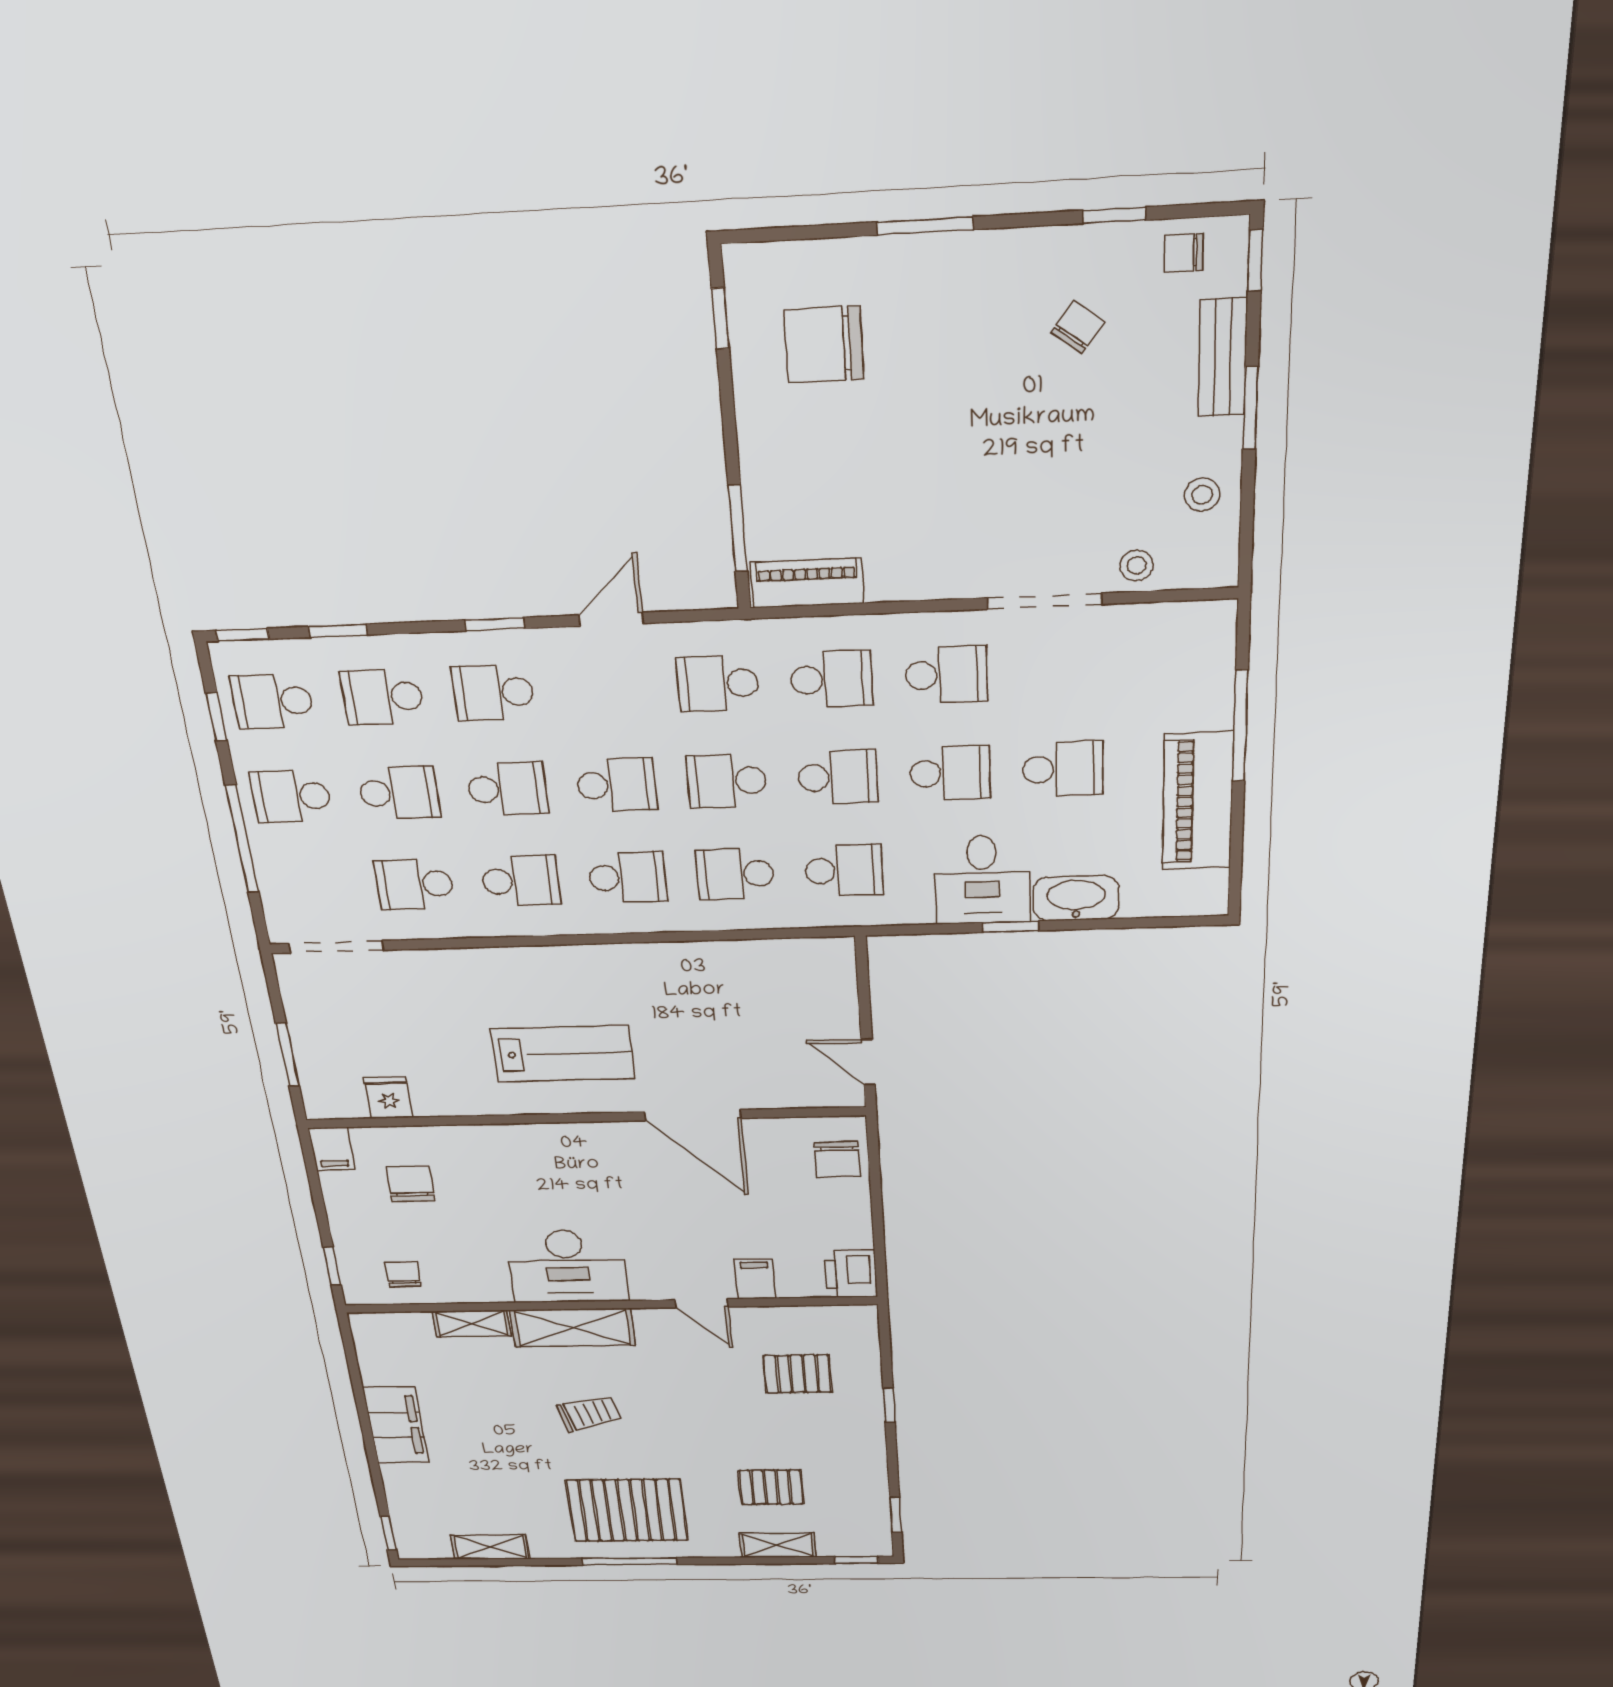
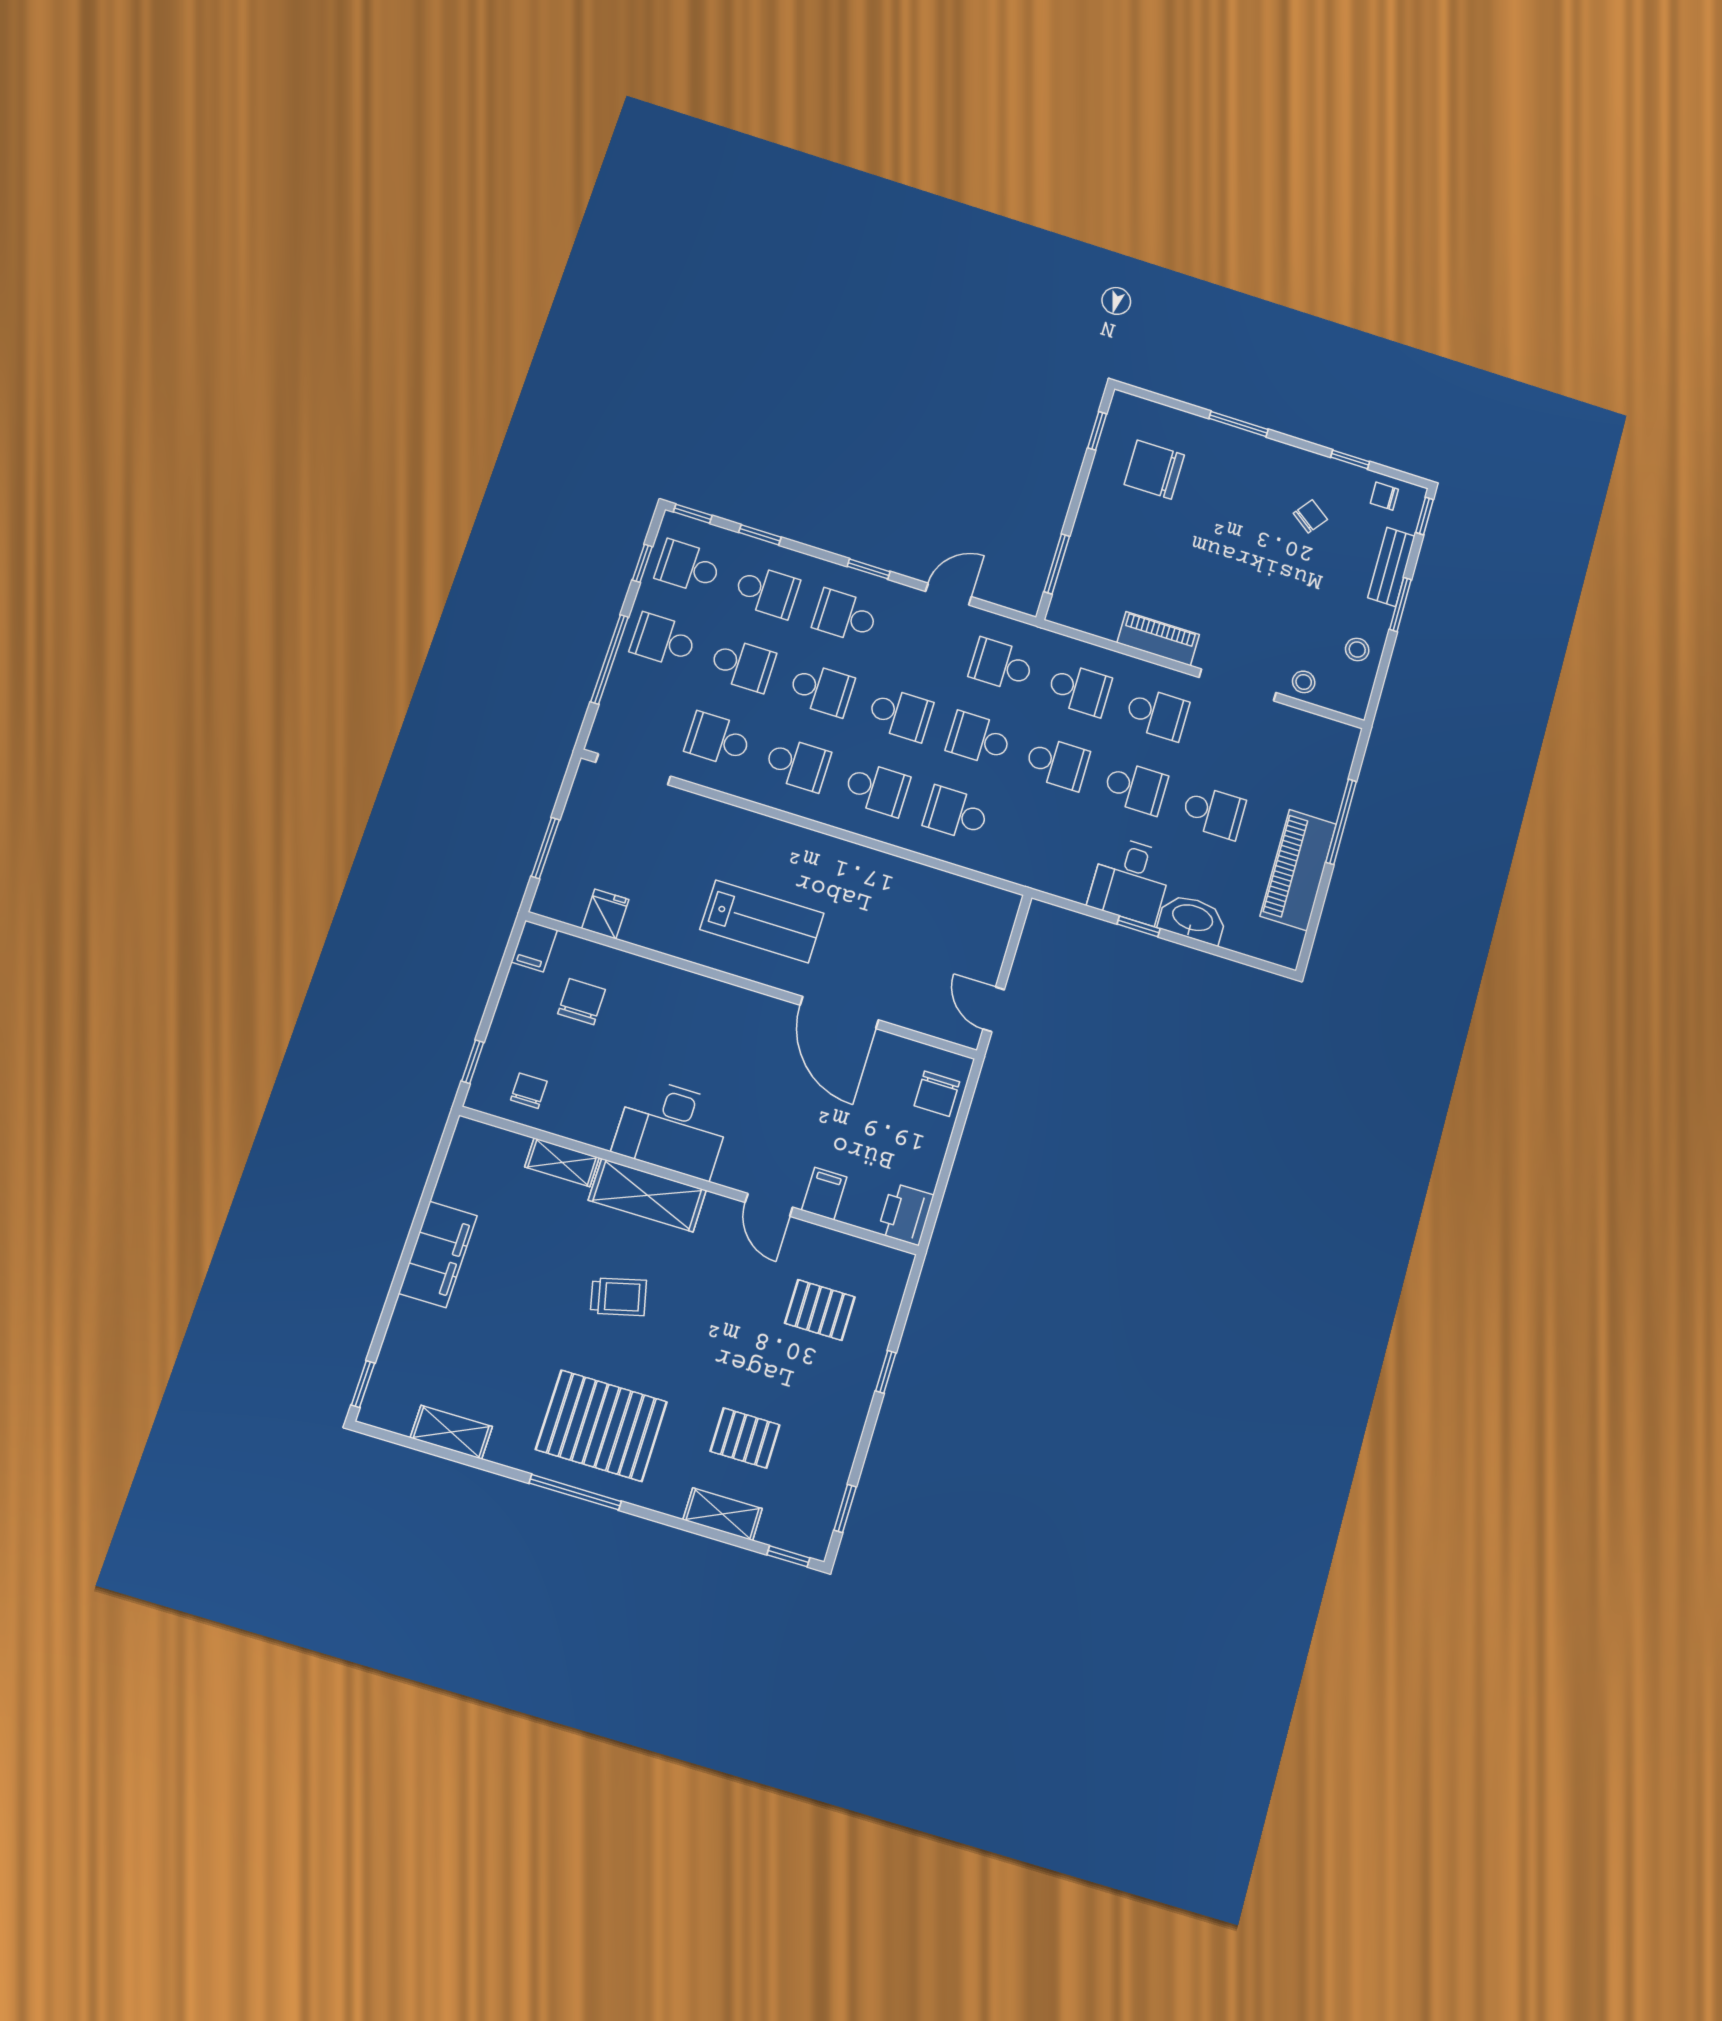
piano: (807, 583) -> (1158, 639), moved
school desk: (383, 697) -> (767, 591), turned 180
school desk: (844, 870) -> (1035, 838), removed

